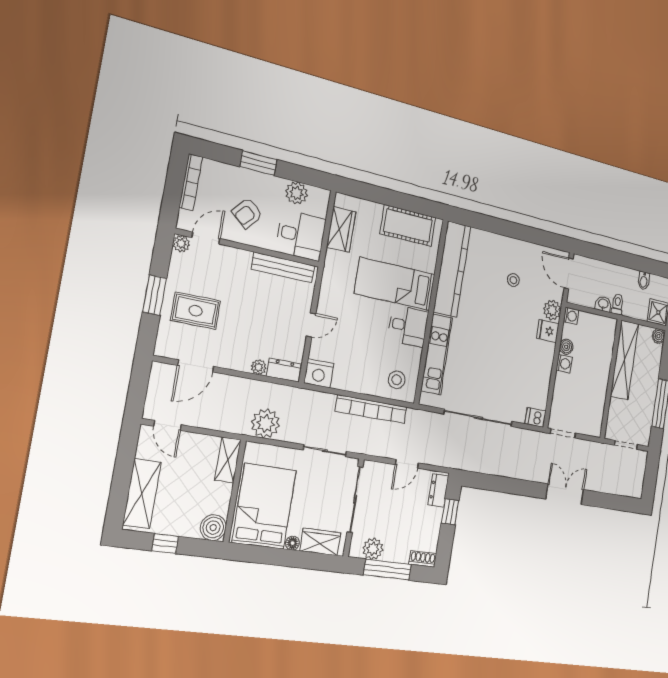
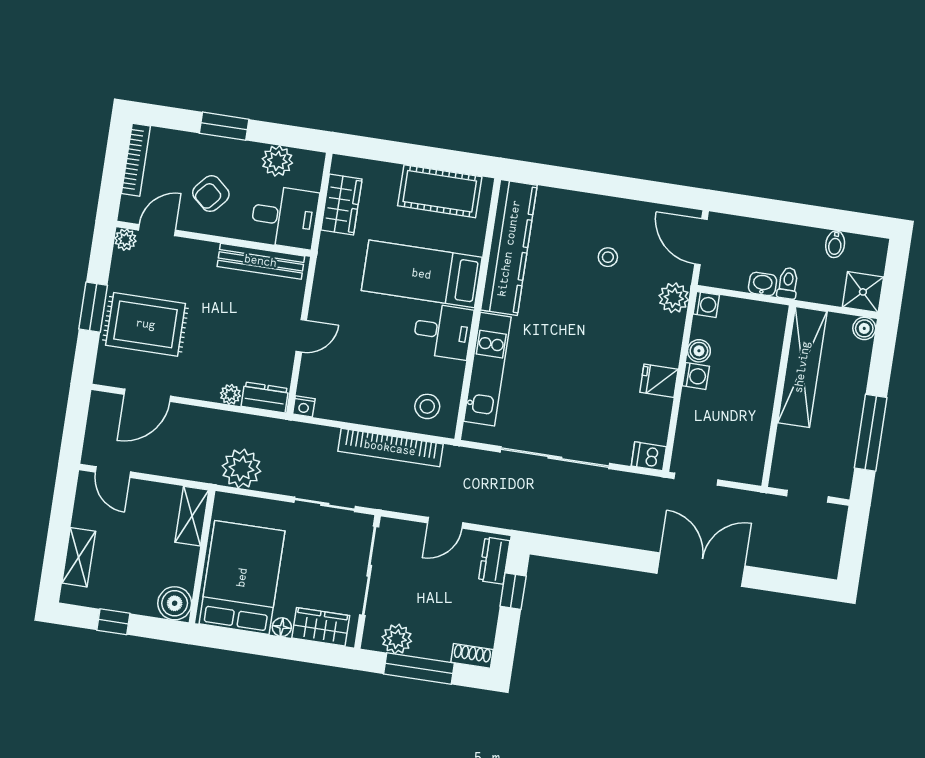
rug: (196, 311) -> (146, 324), width x1.36, depth x1.43
fridge: (548, 331) -> (659, 381), moved
nightstand: (319, 373) -> (304, 406), width x0.53, depth x0.56
shelving: (142, 494) -> (79, 557), width x0.67, depth x0.75
double door: (565, 494) -> (701, 570), width x1.37

